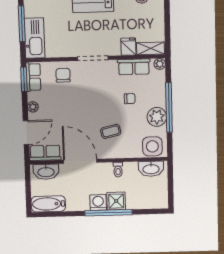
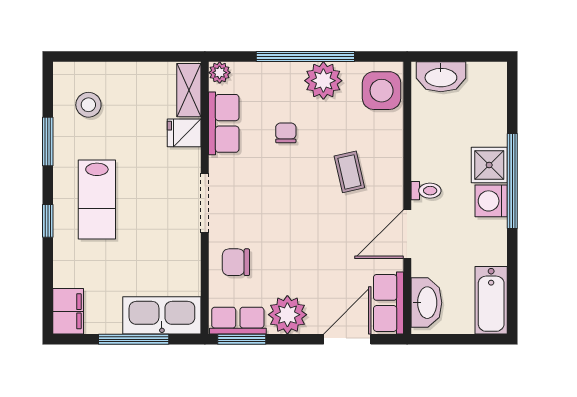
plant: (33, 107) -> (287, 315), width x1.87, depth x1.87
door: (26, 133) -> (347, 339), hinge flipped
door: (80, 161) -> (407, 234), width x0.73
washbasin: (151, 169) -> (441, 77), moved, turned 90
toilet: (118, 170) -> (426, 191), moved

